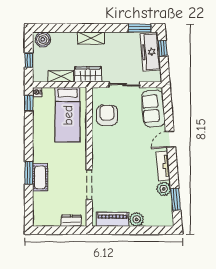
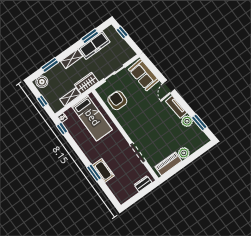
window: (64, 28) -> (50, 65), added
window: (140, 28) -> (90, 36), moved
freezer: (150, 52) -> (94, 45), moved, turned -85

